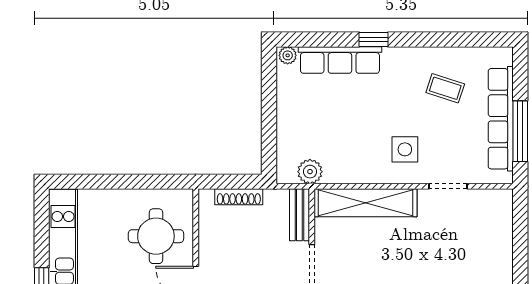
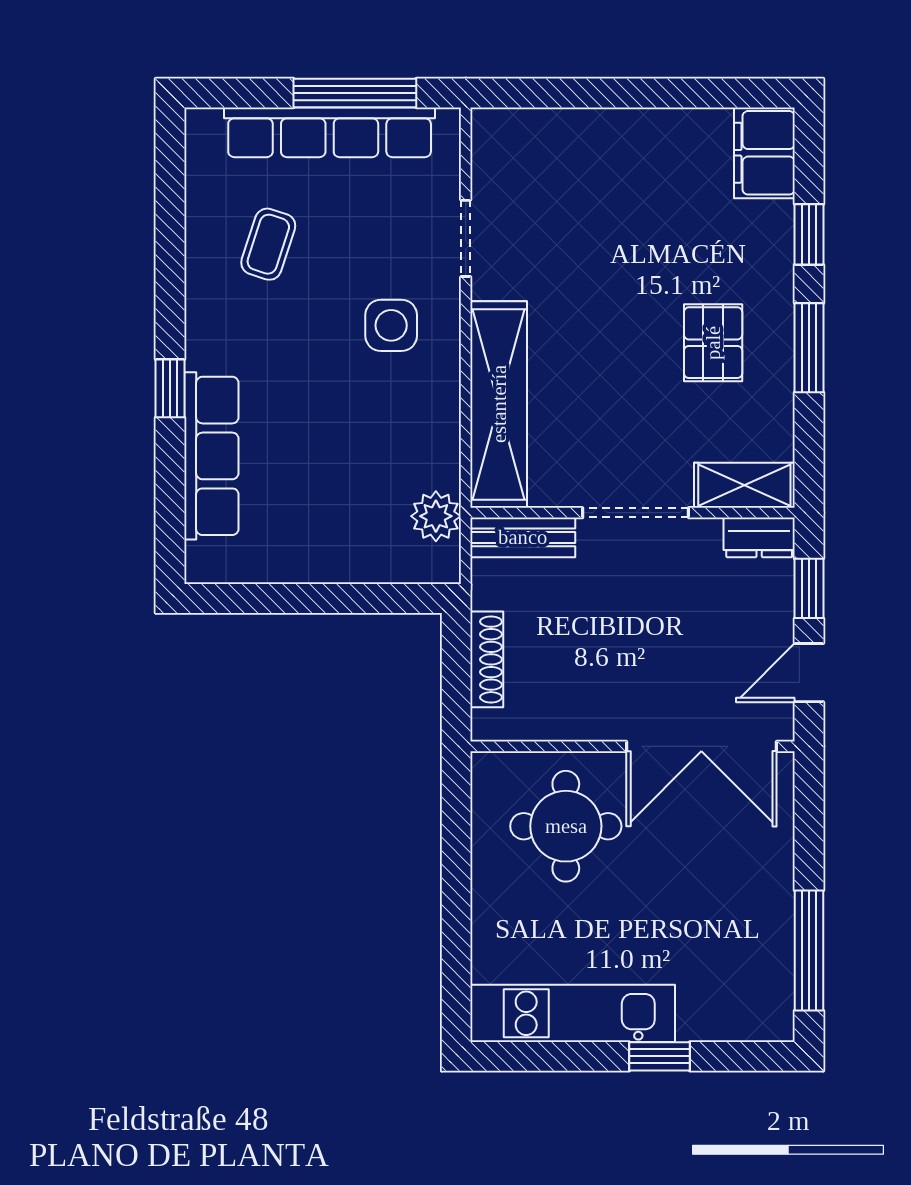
plant: (288, 55) -> (202, 561), removed

